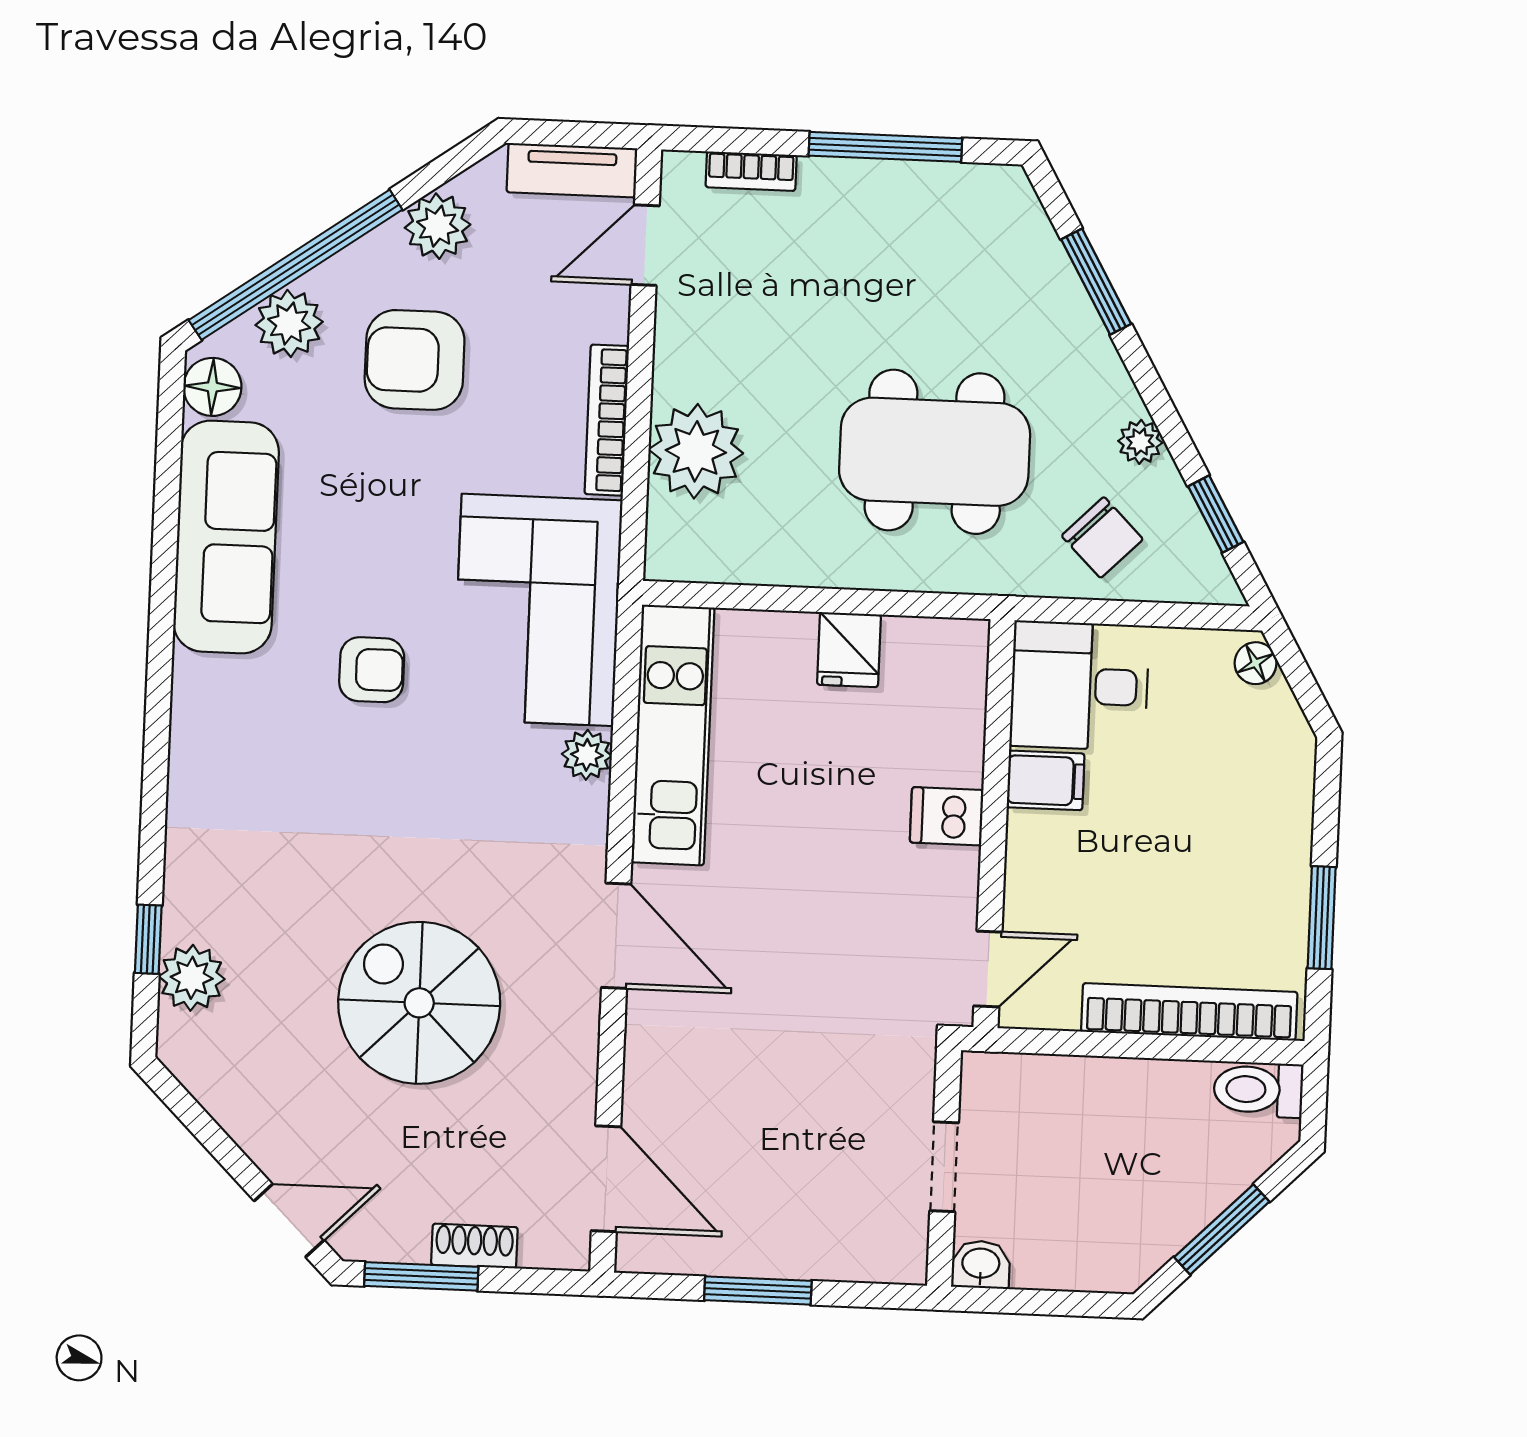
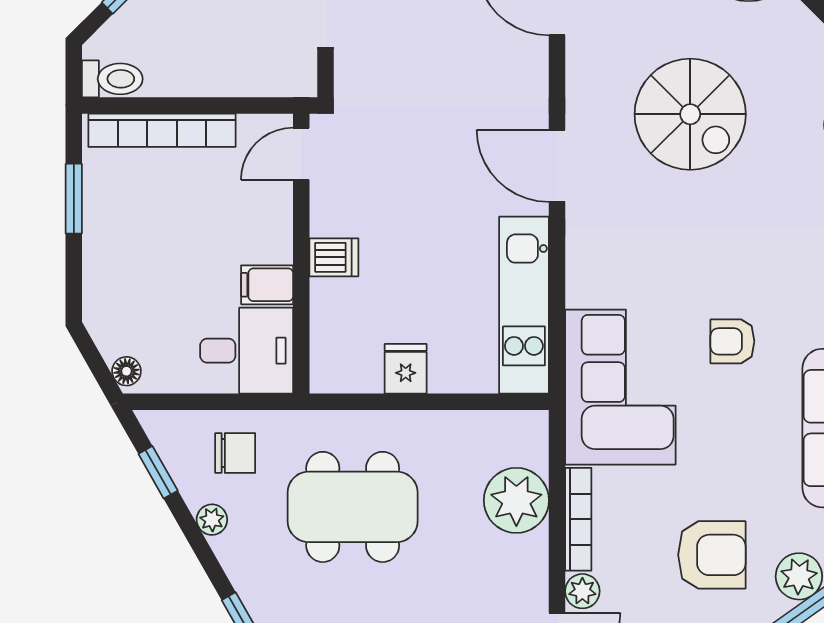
chair: (1102, 537) -> (235, 453), turned 135
plant: (587, 755) -> (582, 591), moved

